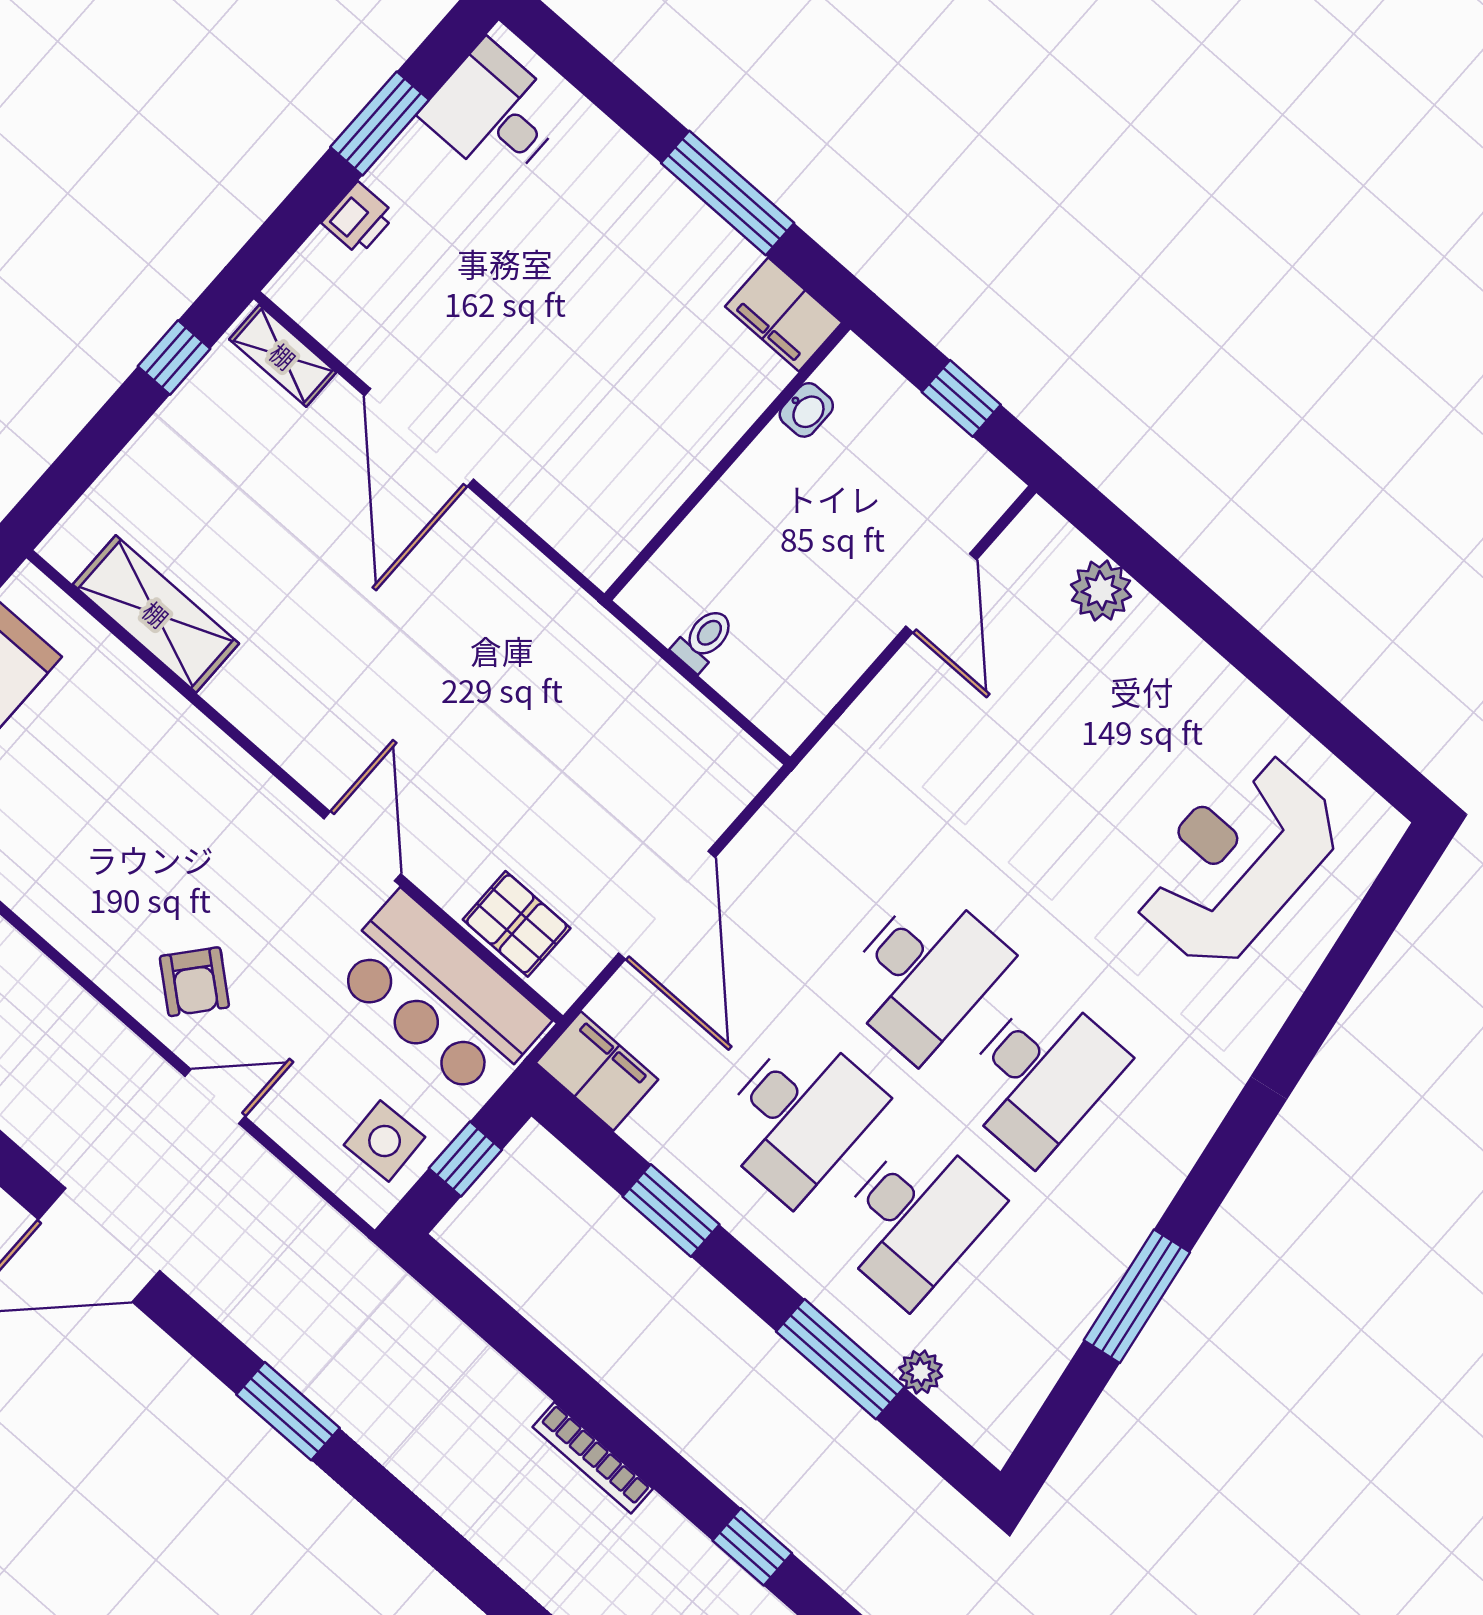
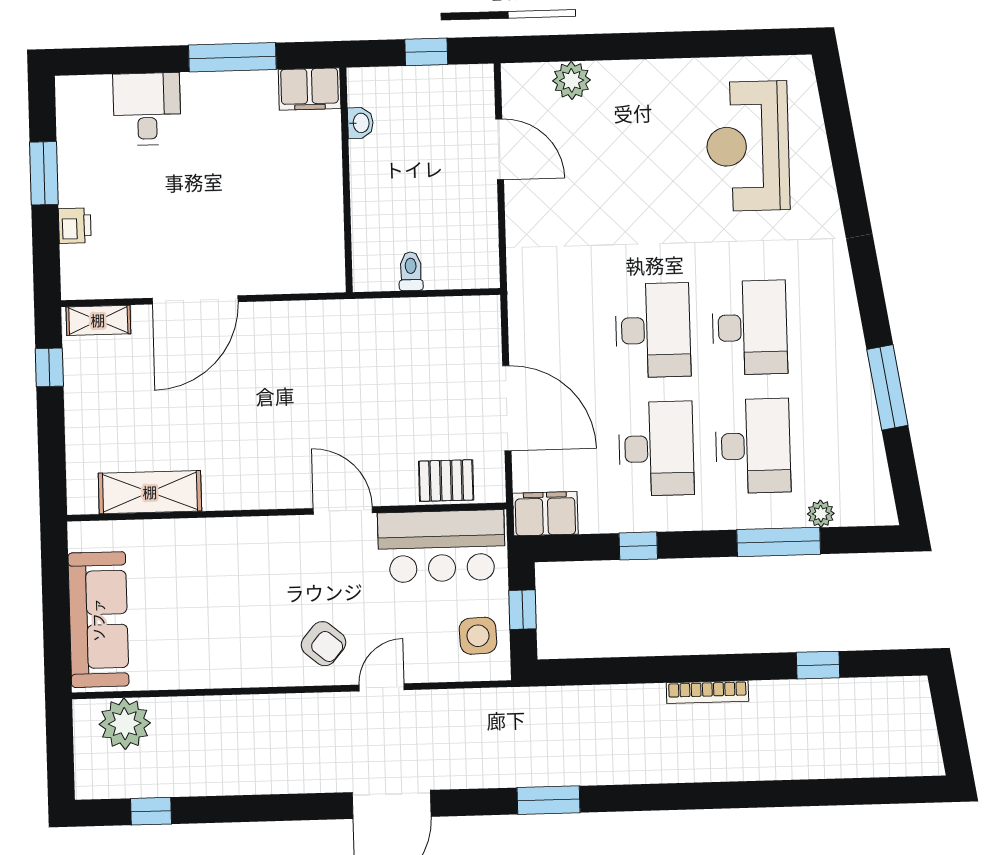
desk: (494, 113) -> (147, 109), moved, turned 90
door: (419, 437) -> (195, 300), hinge flipped
window: (671, 1210) -> (638, 546), width x0.67

